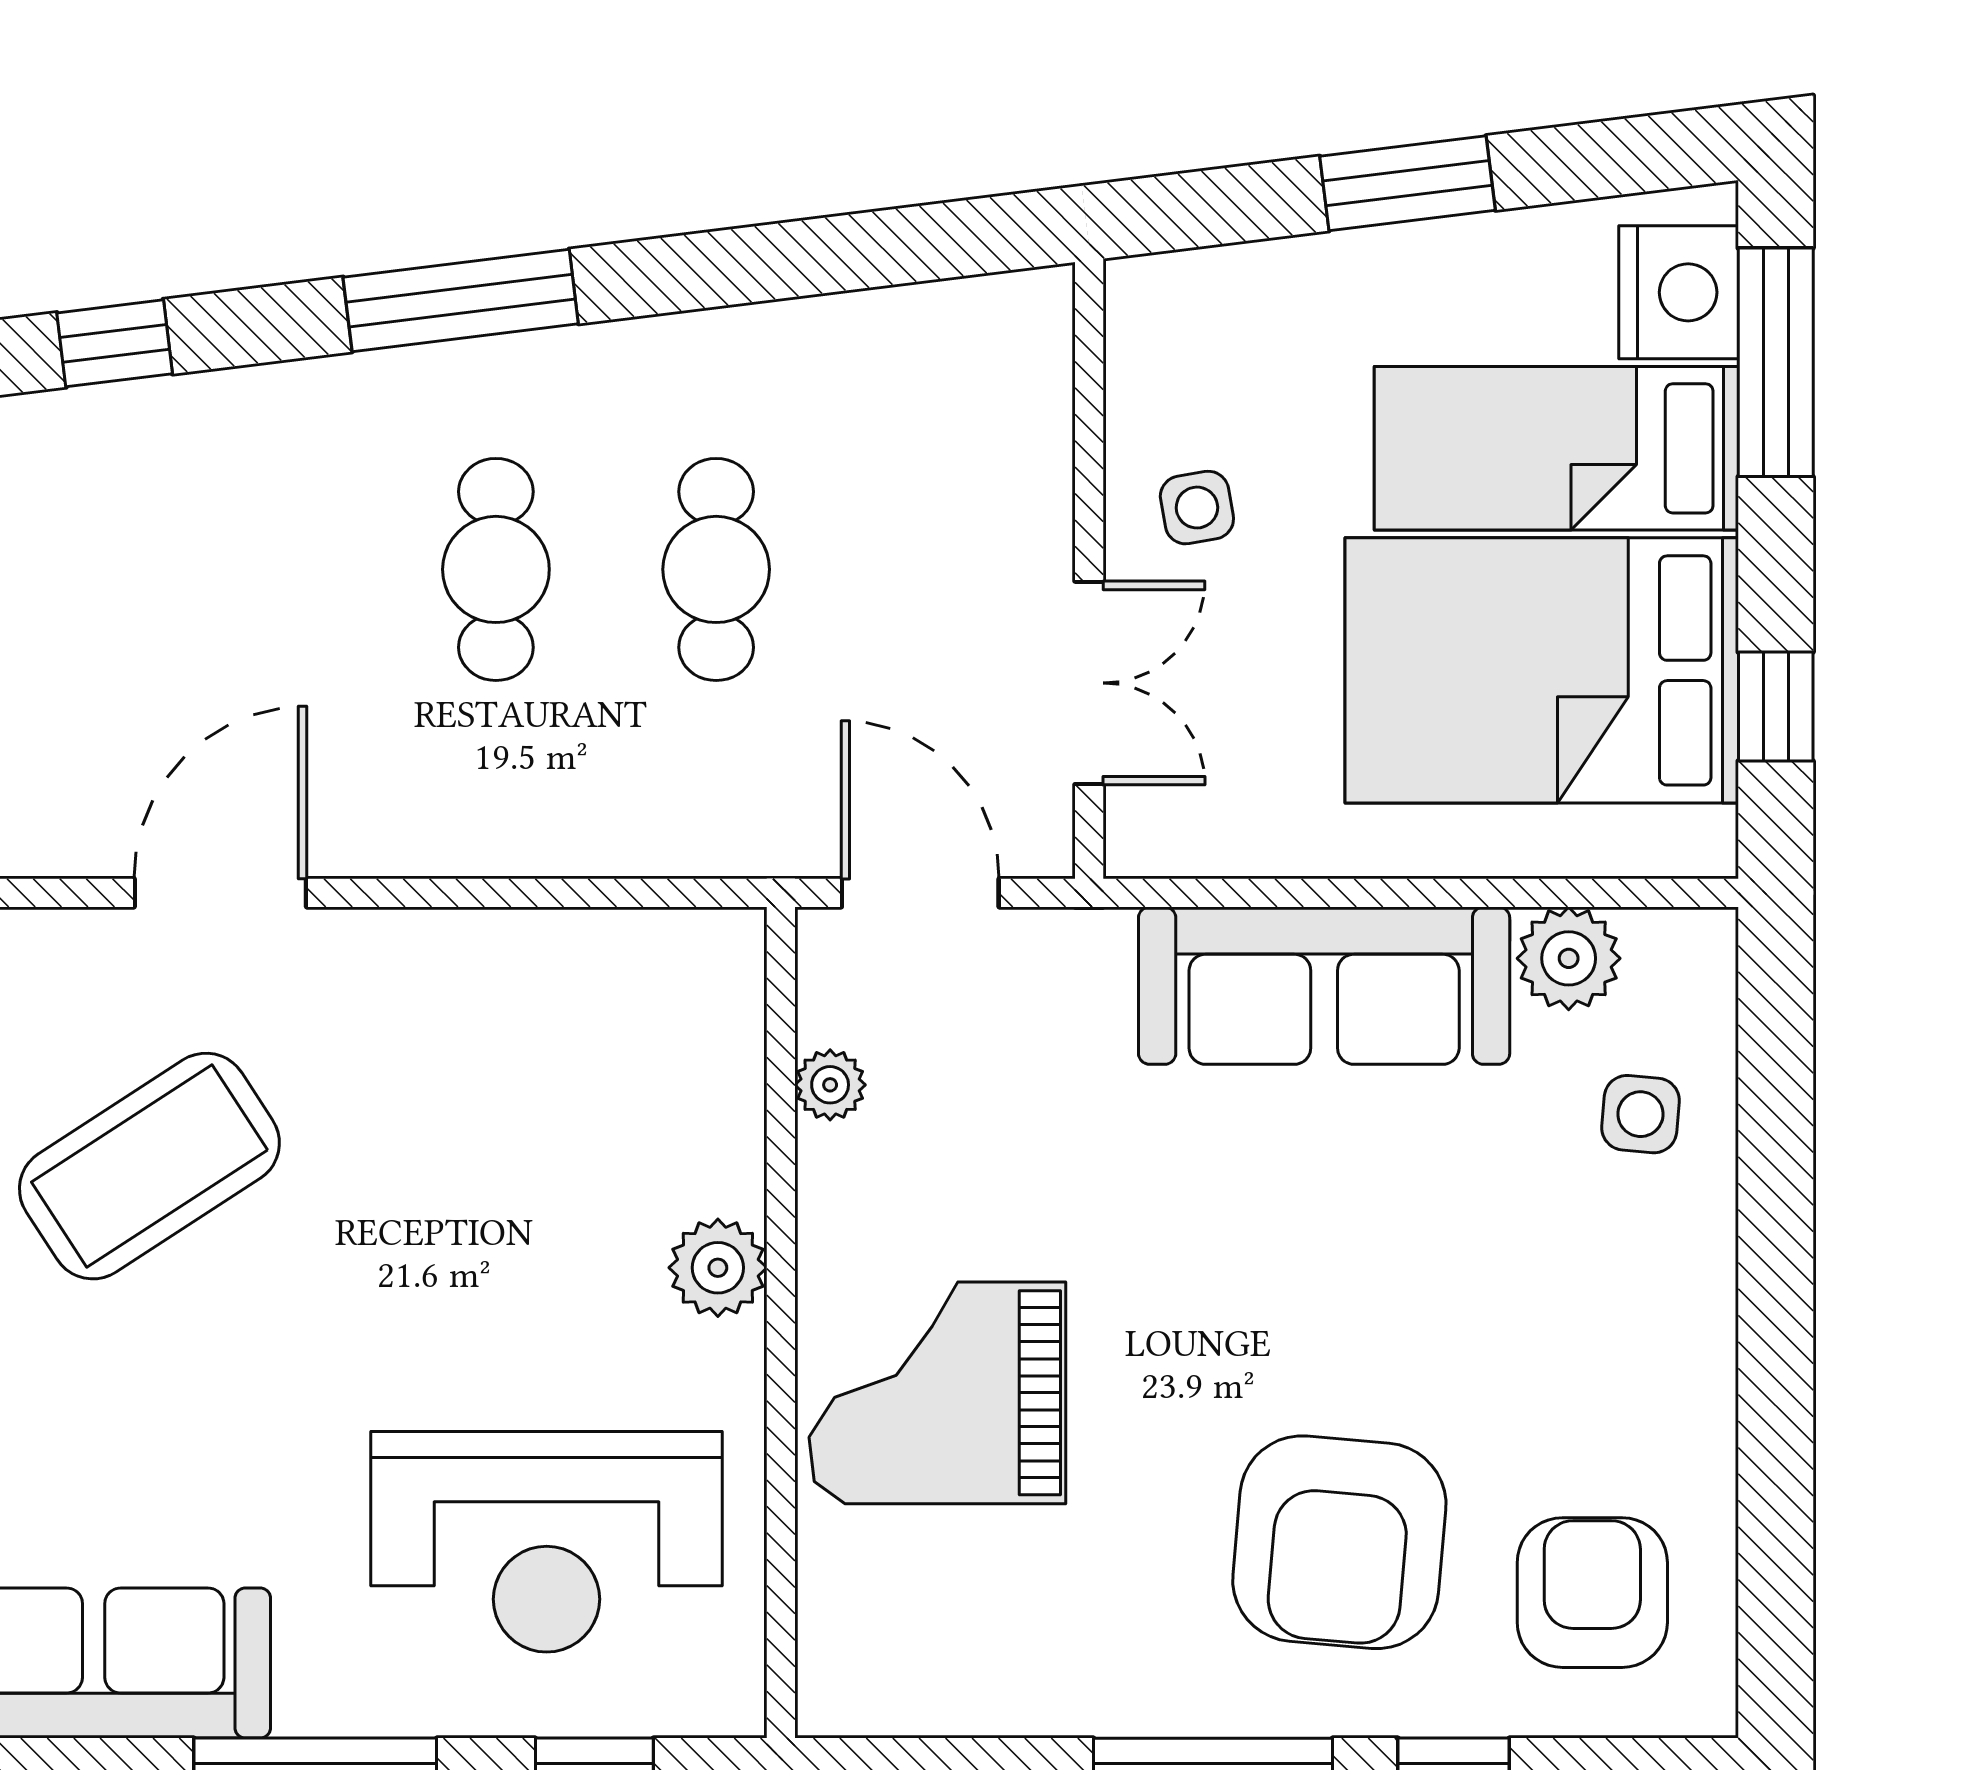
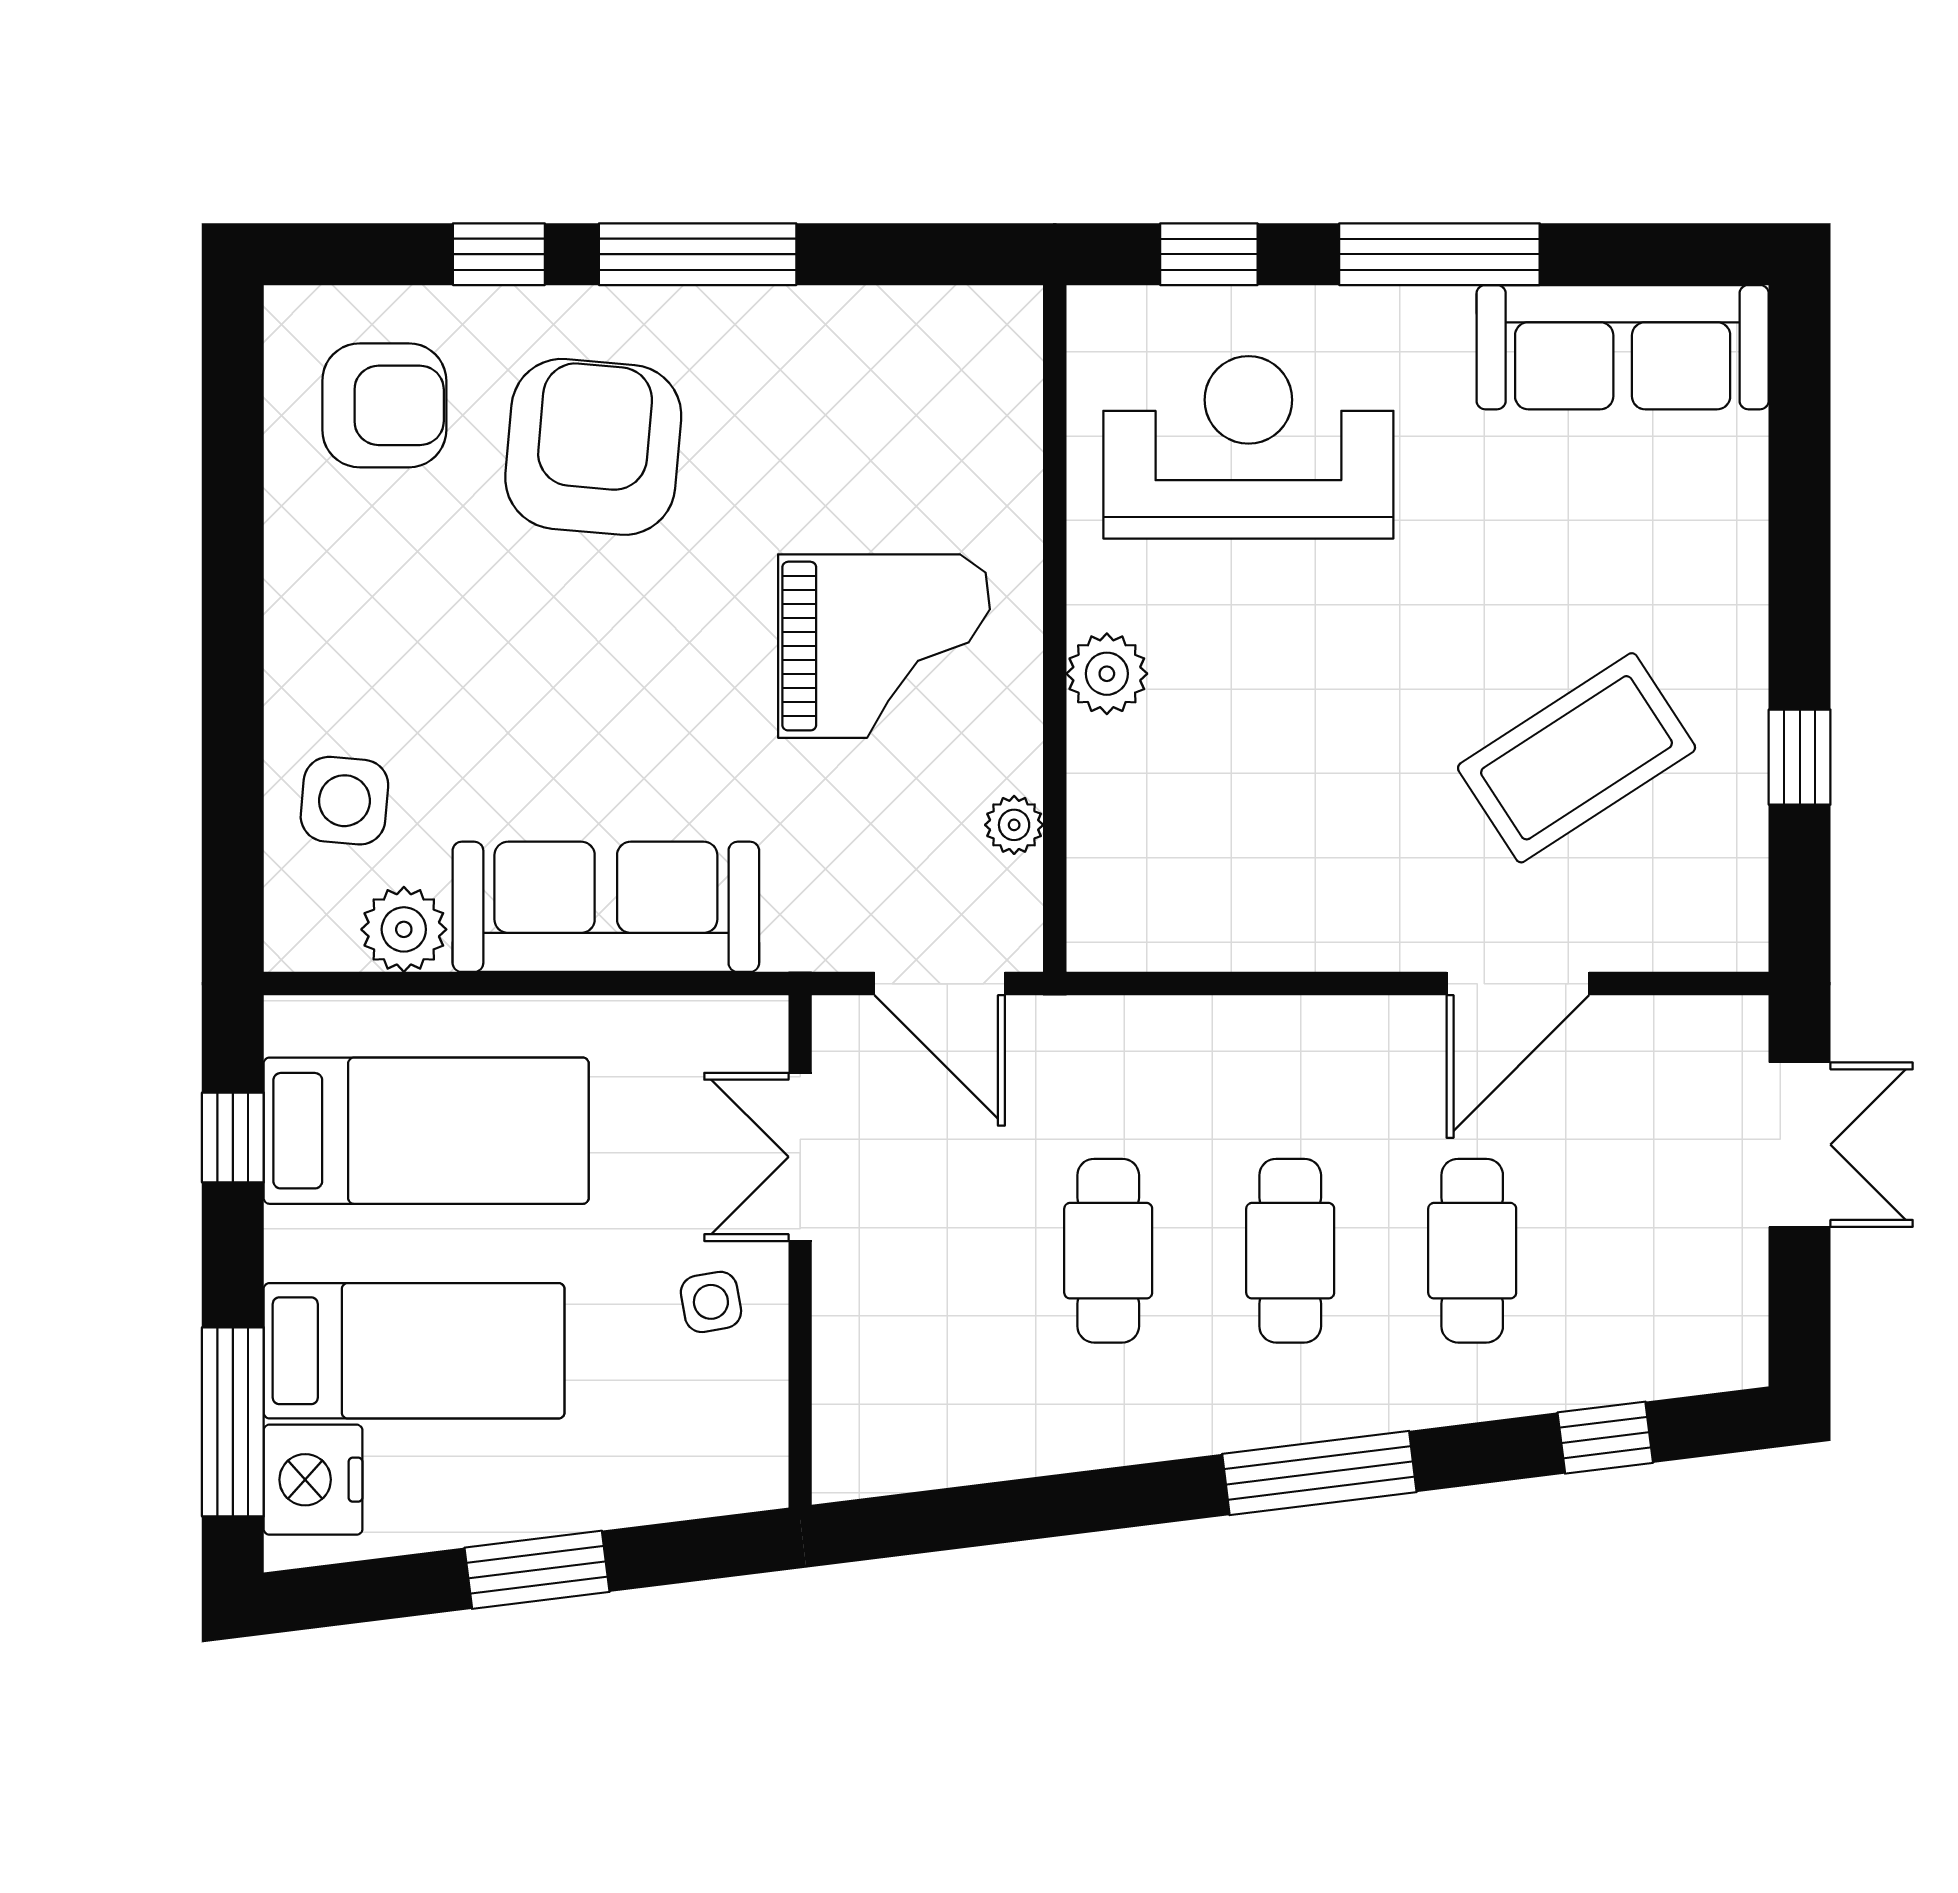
cafe table: (276, 569) -> (1472, 1251), added
bed: (1542, 670) -> (426, 1131), width x0.67
side table: (1641, 1114) -> (344, 801), width x1.37, depth x1.37
grand piano: (937, 1393) -> (884, 646), moved
armchair: (1592, 1593) -> (384, 405), turned -90

